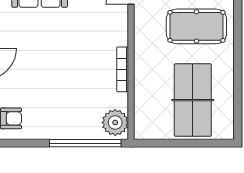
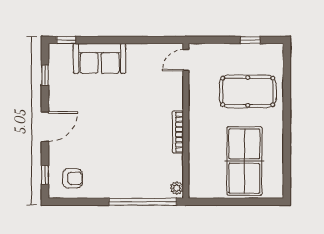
plant: (115, 122) -> (177, 188), width x0.53, depth x0.53

